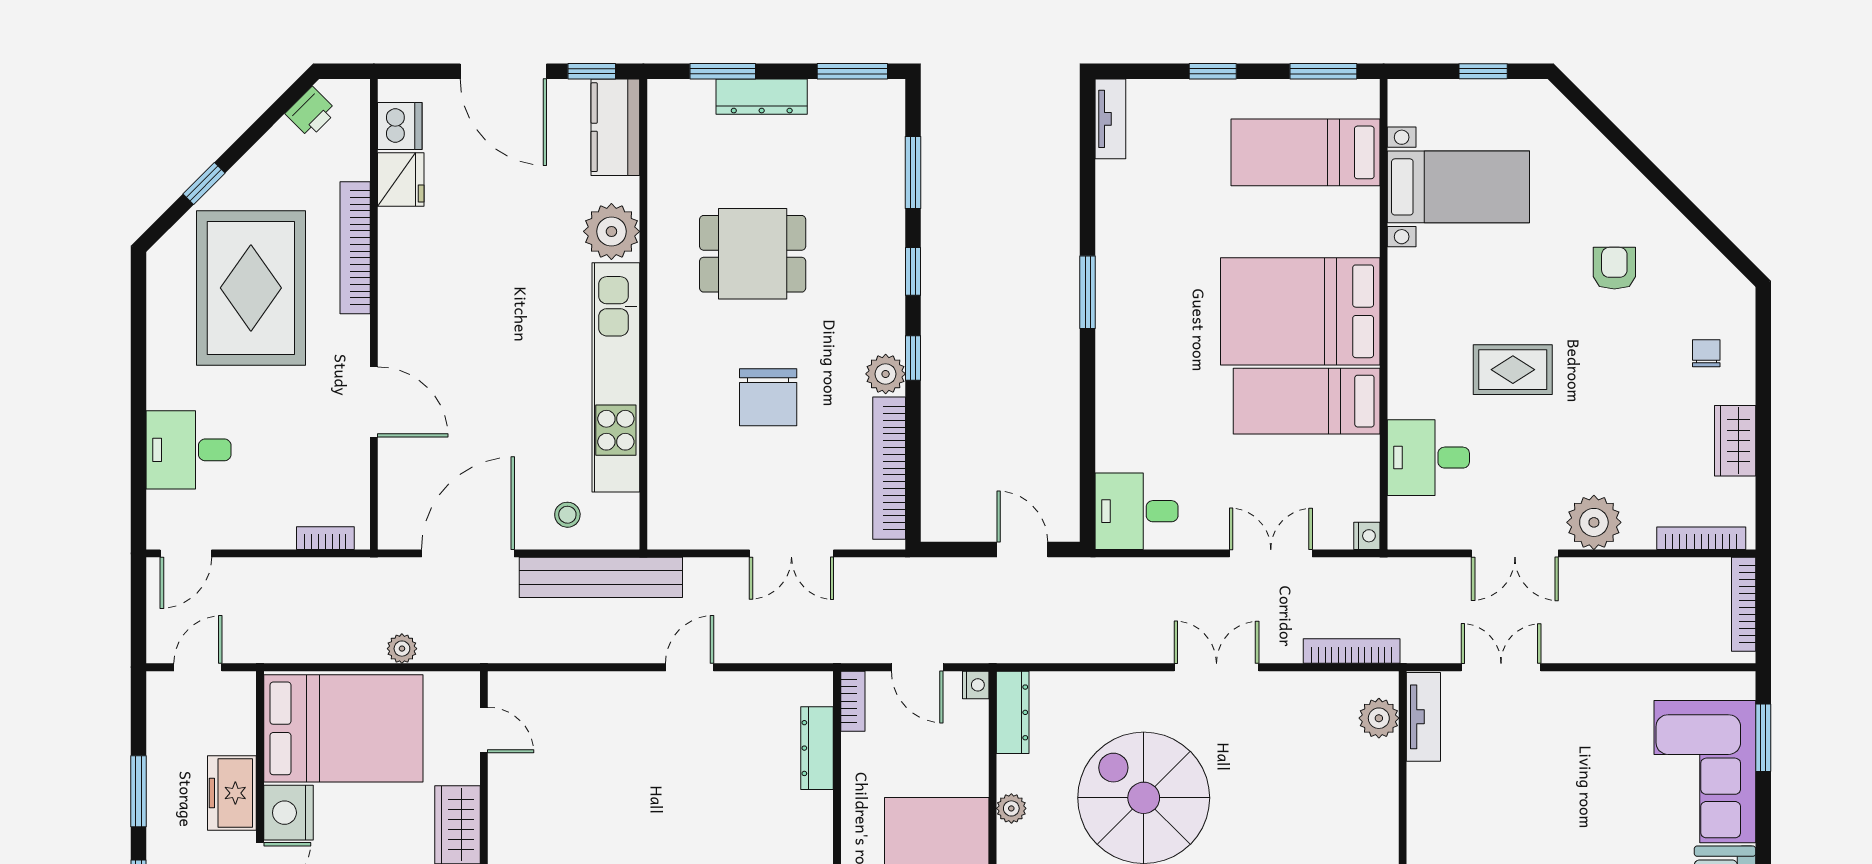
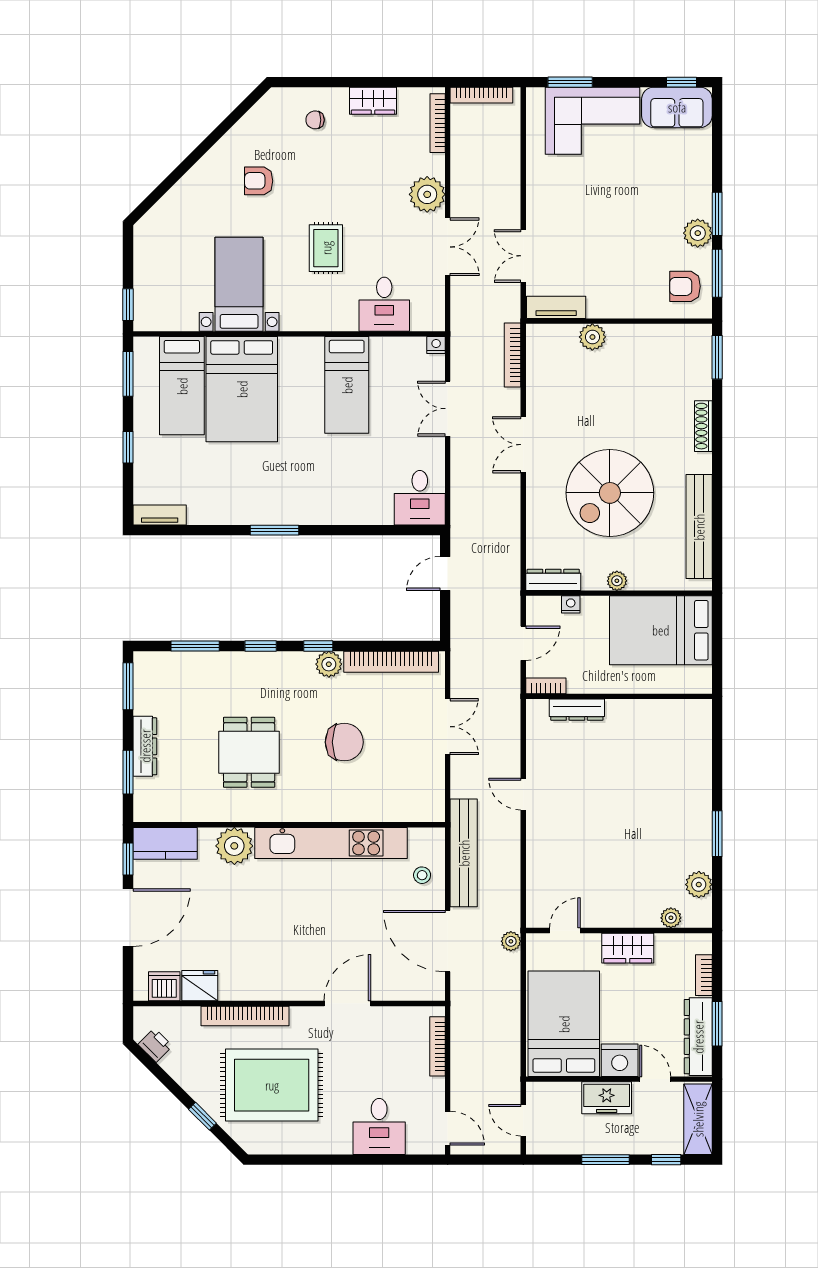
window: (1483, 71) -> (128, 305), moved
bed with nightstands: (1458, 187) -> (239, 284), moved
bed: (1300, 311) -> (242, 389), moved
bookcase: (325, 538) -> (438, 1046), width x1.56
plant: (402, 649) -> (511, 941), moved
nightstand: (976, 685) -> (571, 604), moved
plant: (1379, 718) -> (592, 337), moved

